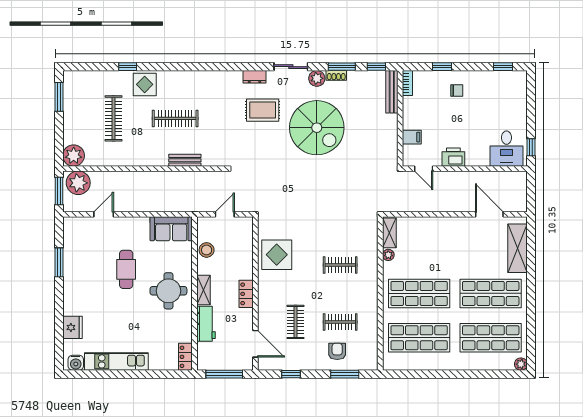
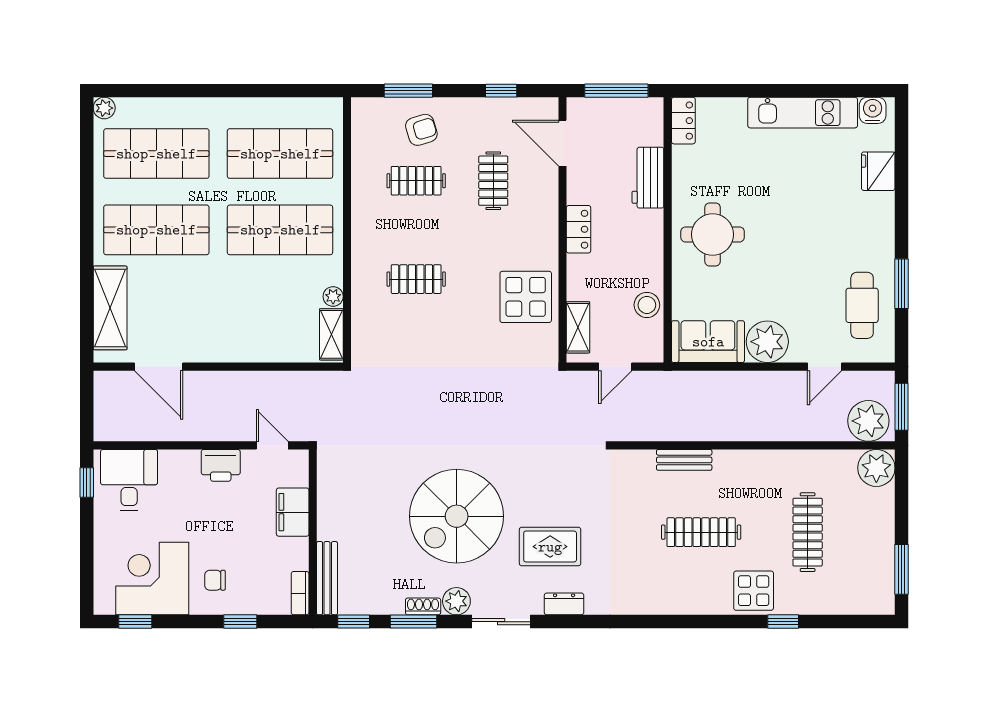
corner desk: (493, 92) -> (152, 579), added
spiral stairs: (317, 128) -> (457, 516), turned -90
filing cabinet: (412, 137) -> (293, 512), width x2.00
plant: (137, 229) -> (767, 342), added
cafe table: (126, 269) -> (862, 305), moved
shelving: (203, 290) -> (578, 327), moved
armchair: (337, 351) -> (421, 130), turned -107

